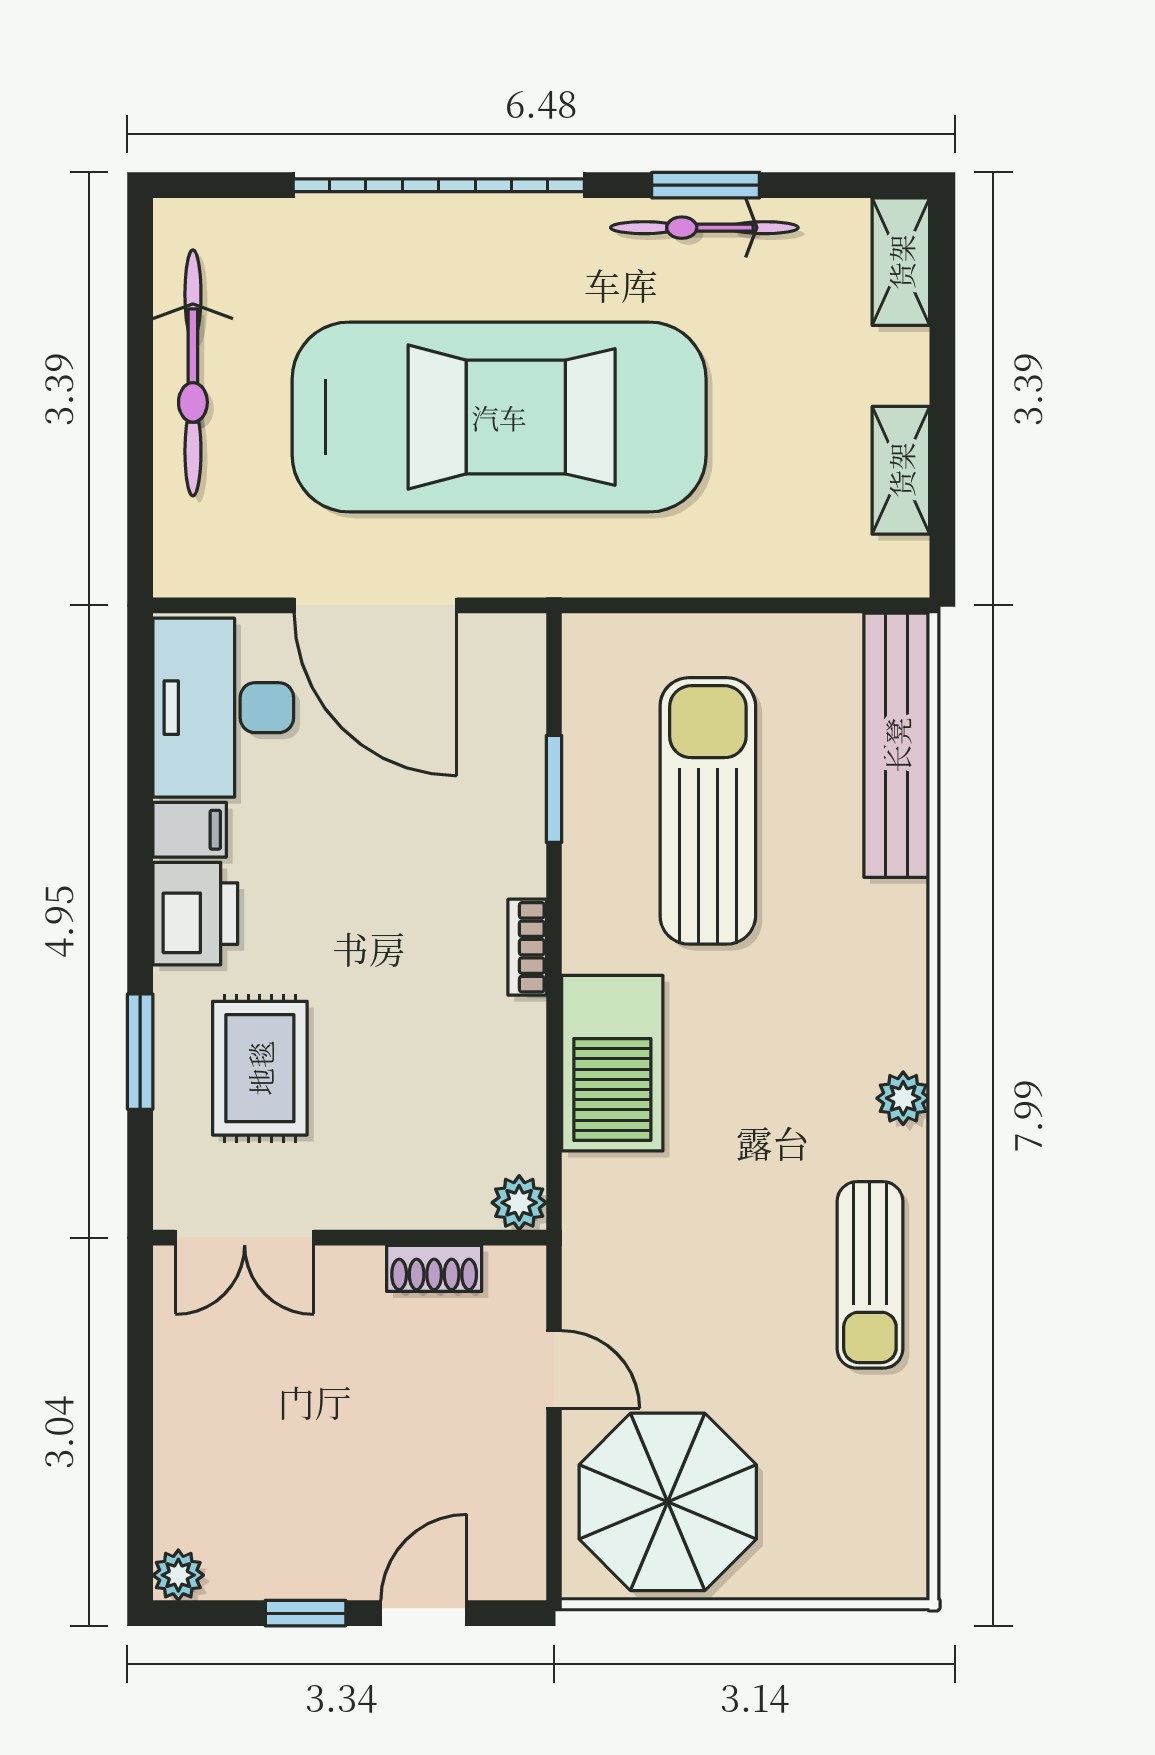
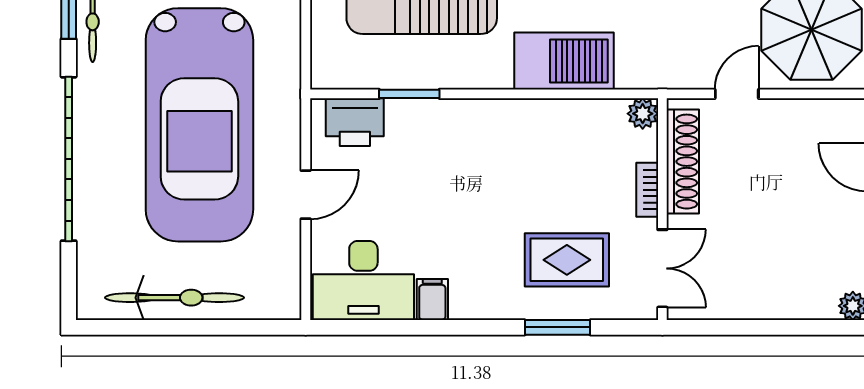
car: (499, 417) -> (199, 125), turned 180
door: (375, 605) -> (306, 195), width x0.53
printer: (195, 914) -> (355, 122), moved, turned 180
bookcase: (527, 947) -> (647, 190), moved, turned 90
shoe rack: (434, 1268) -> (683, 162), width x1.94, depth x1.24

